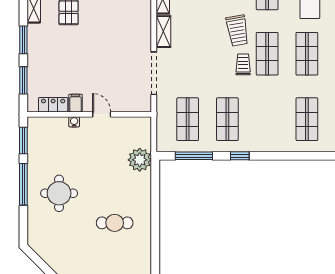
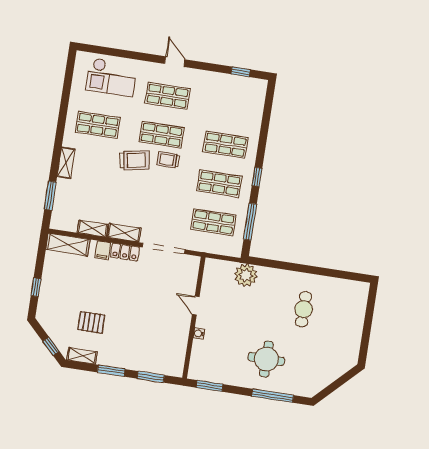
filing cabinet: (76, 103) -> (103, 250), moved, turned -90
locker: (53, 105) -> (125, 252), moved, turned -90
door: (102, 114) -> (196, 305), hinge flipped
shop shelf: (307, 119) -> (225, 145), moved
window: (23, 184) -> (273, 396), moved

